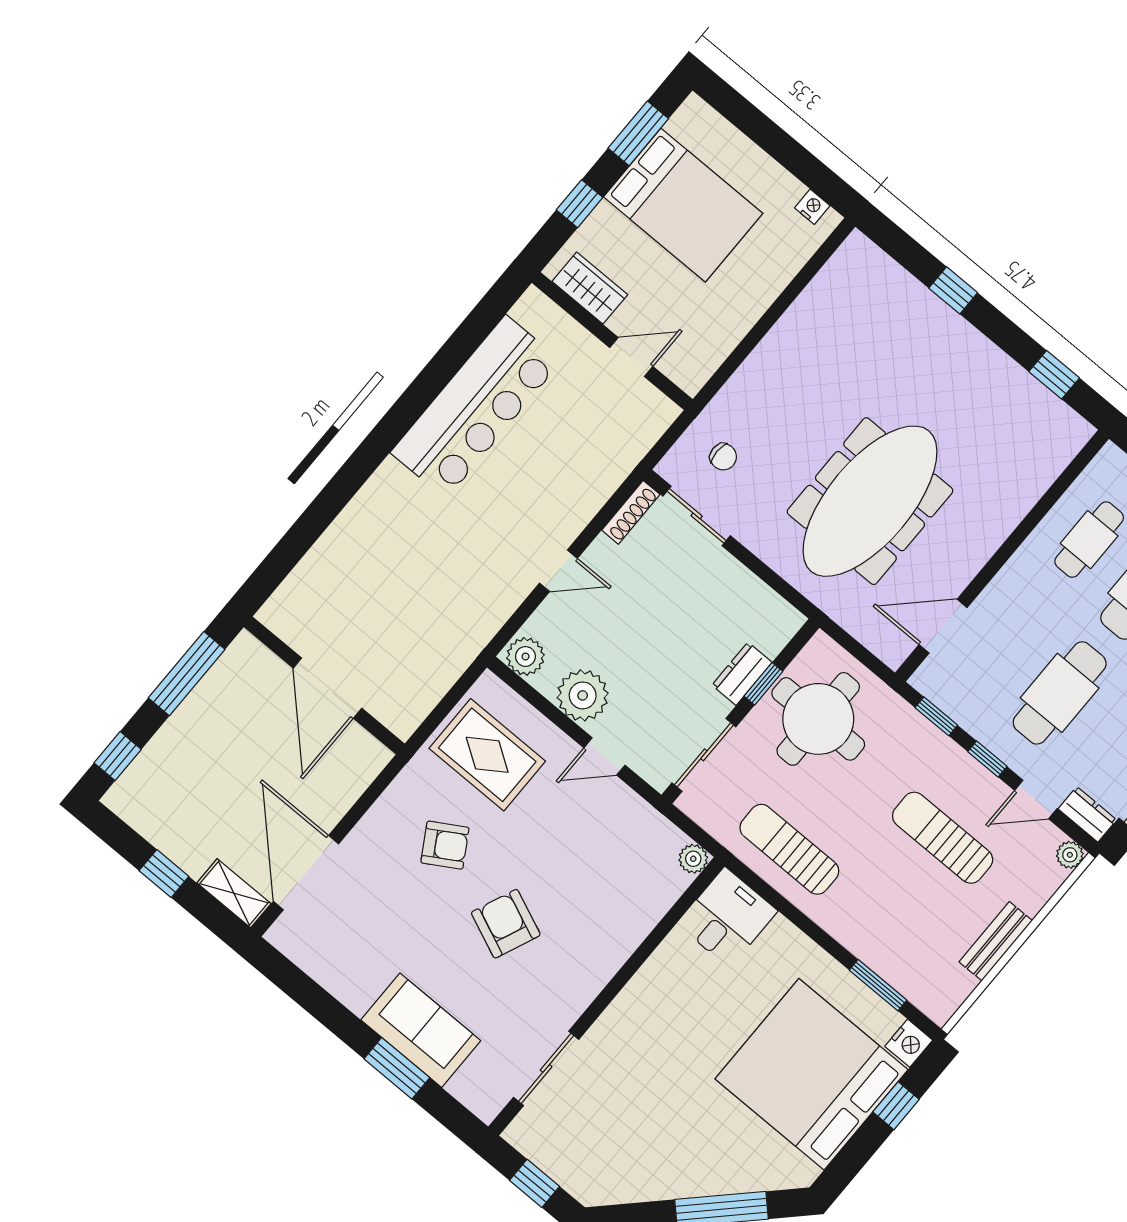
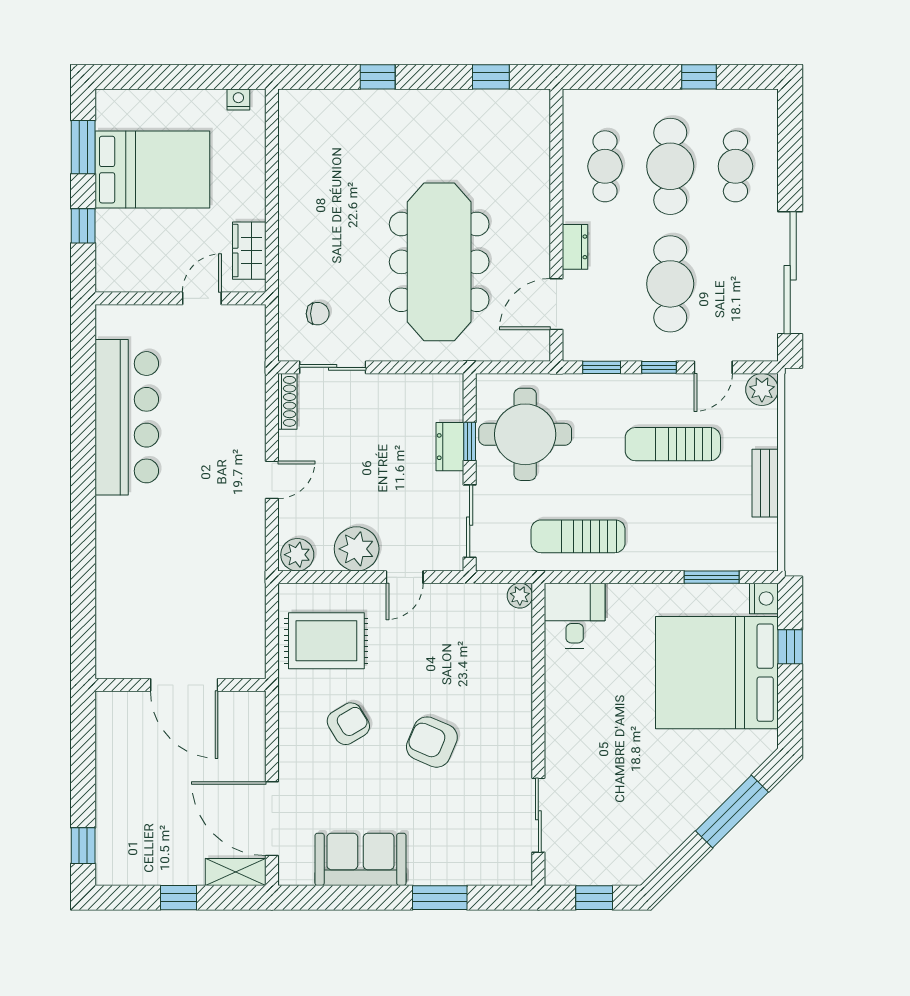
wardrobe: (590, 288) -> (249, 251), moved, turned -90
window: (187, 674) -> (83, 753), removed
dresser: (1087, 814) -> (575, 247), moved, turned 90
plant: (1070, 855) -> (762, 390), width x1.38, depth x1.38
sofa: (421, 1030) -> (360, 859), moved

